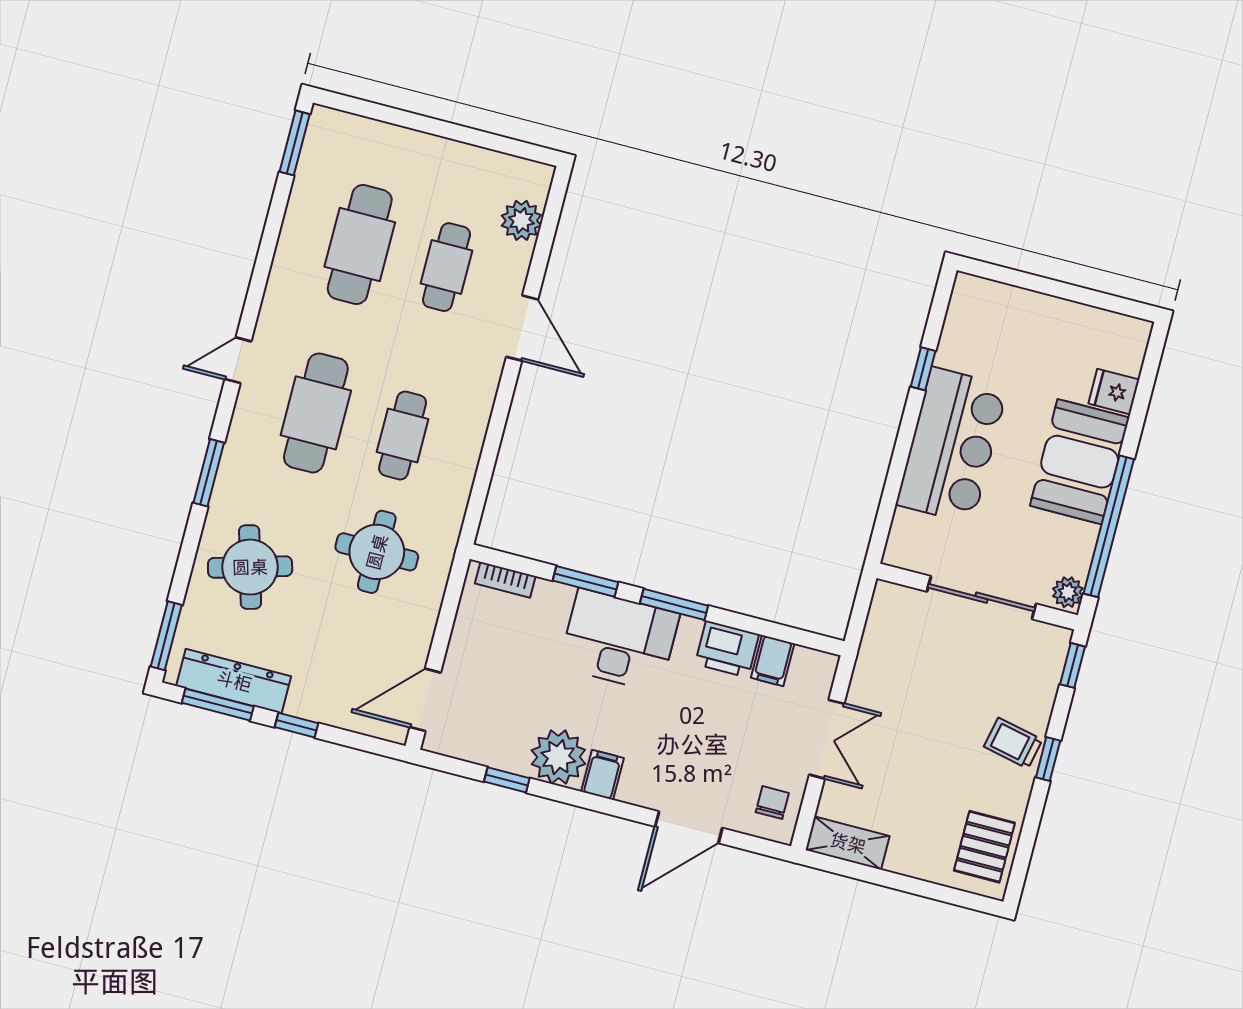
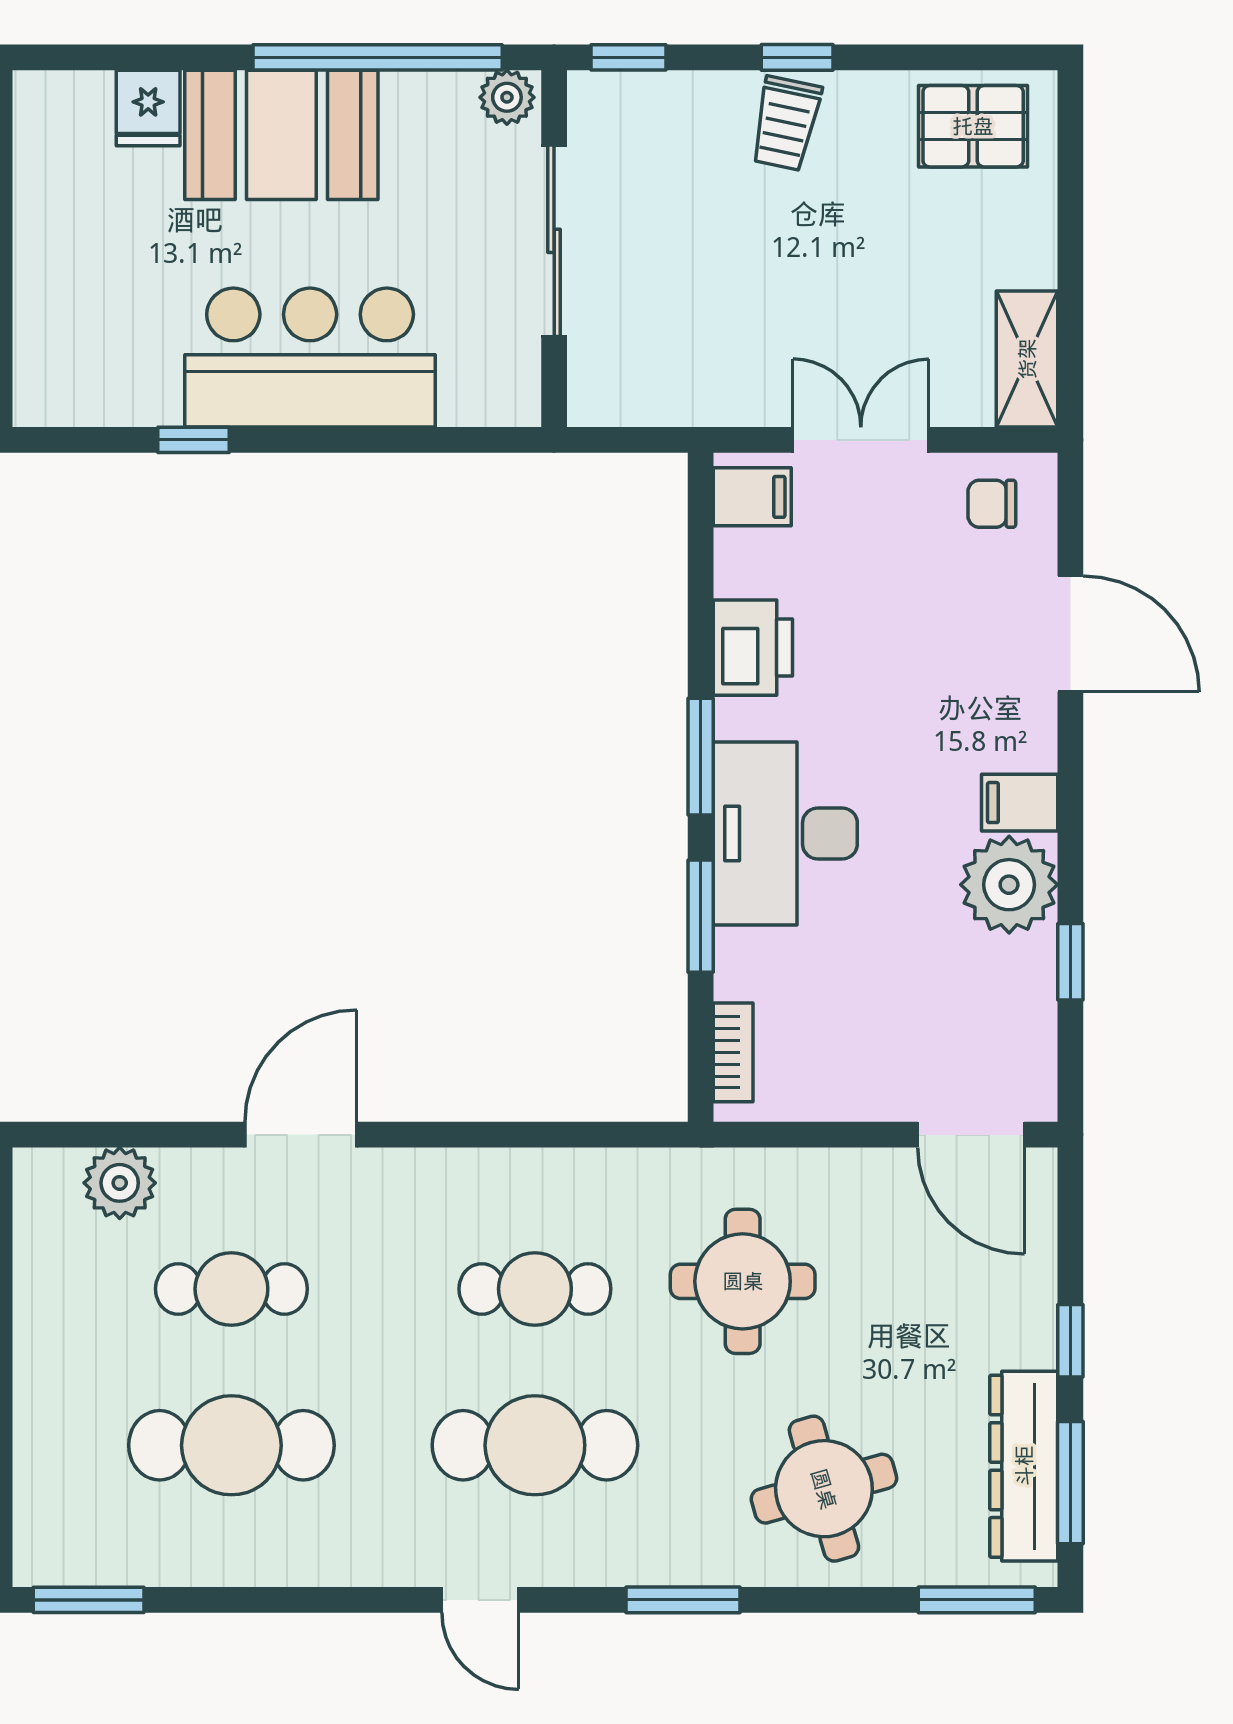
filing cabinet: (773, 661) -> (752, 497), moved

